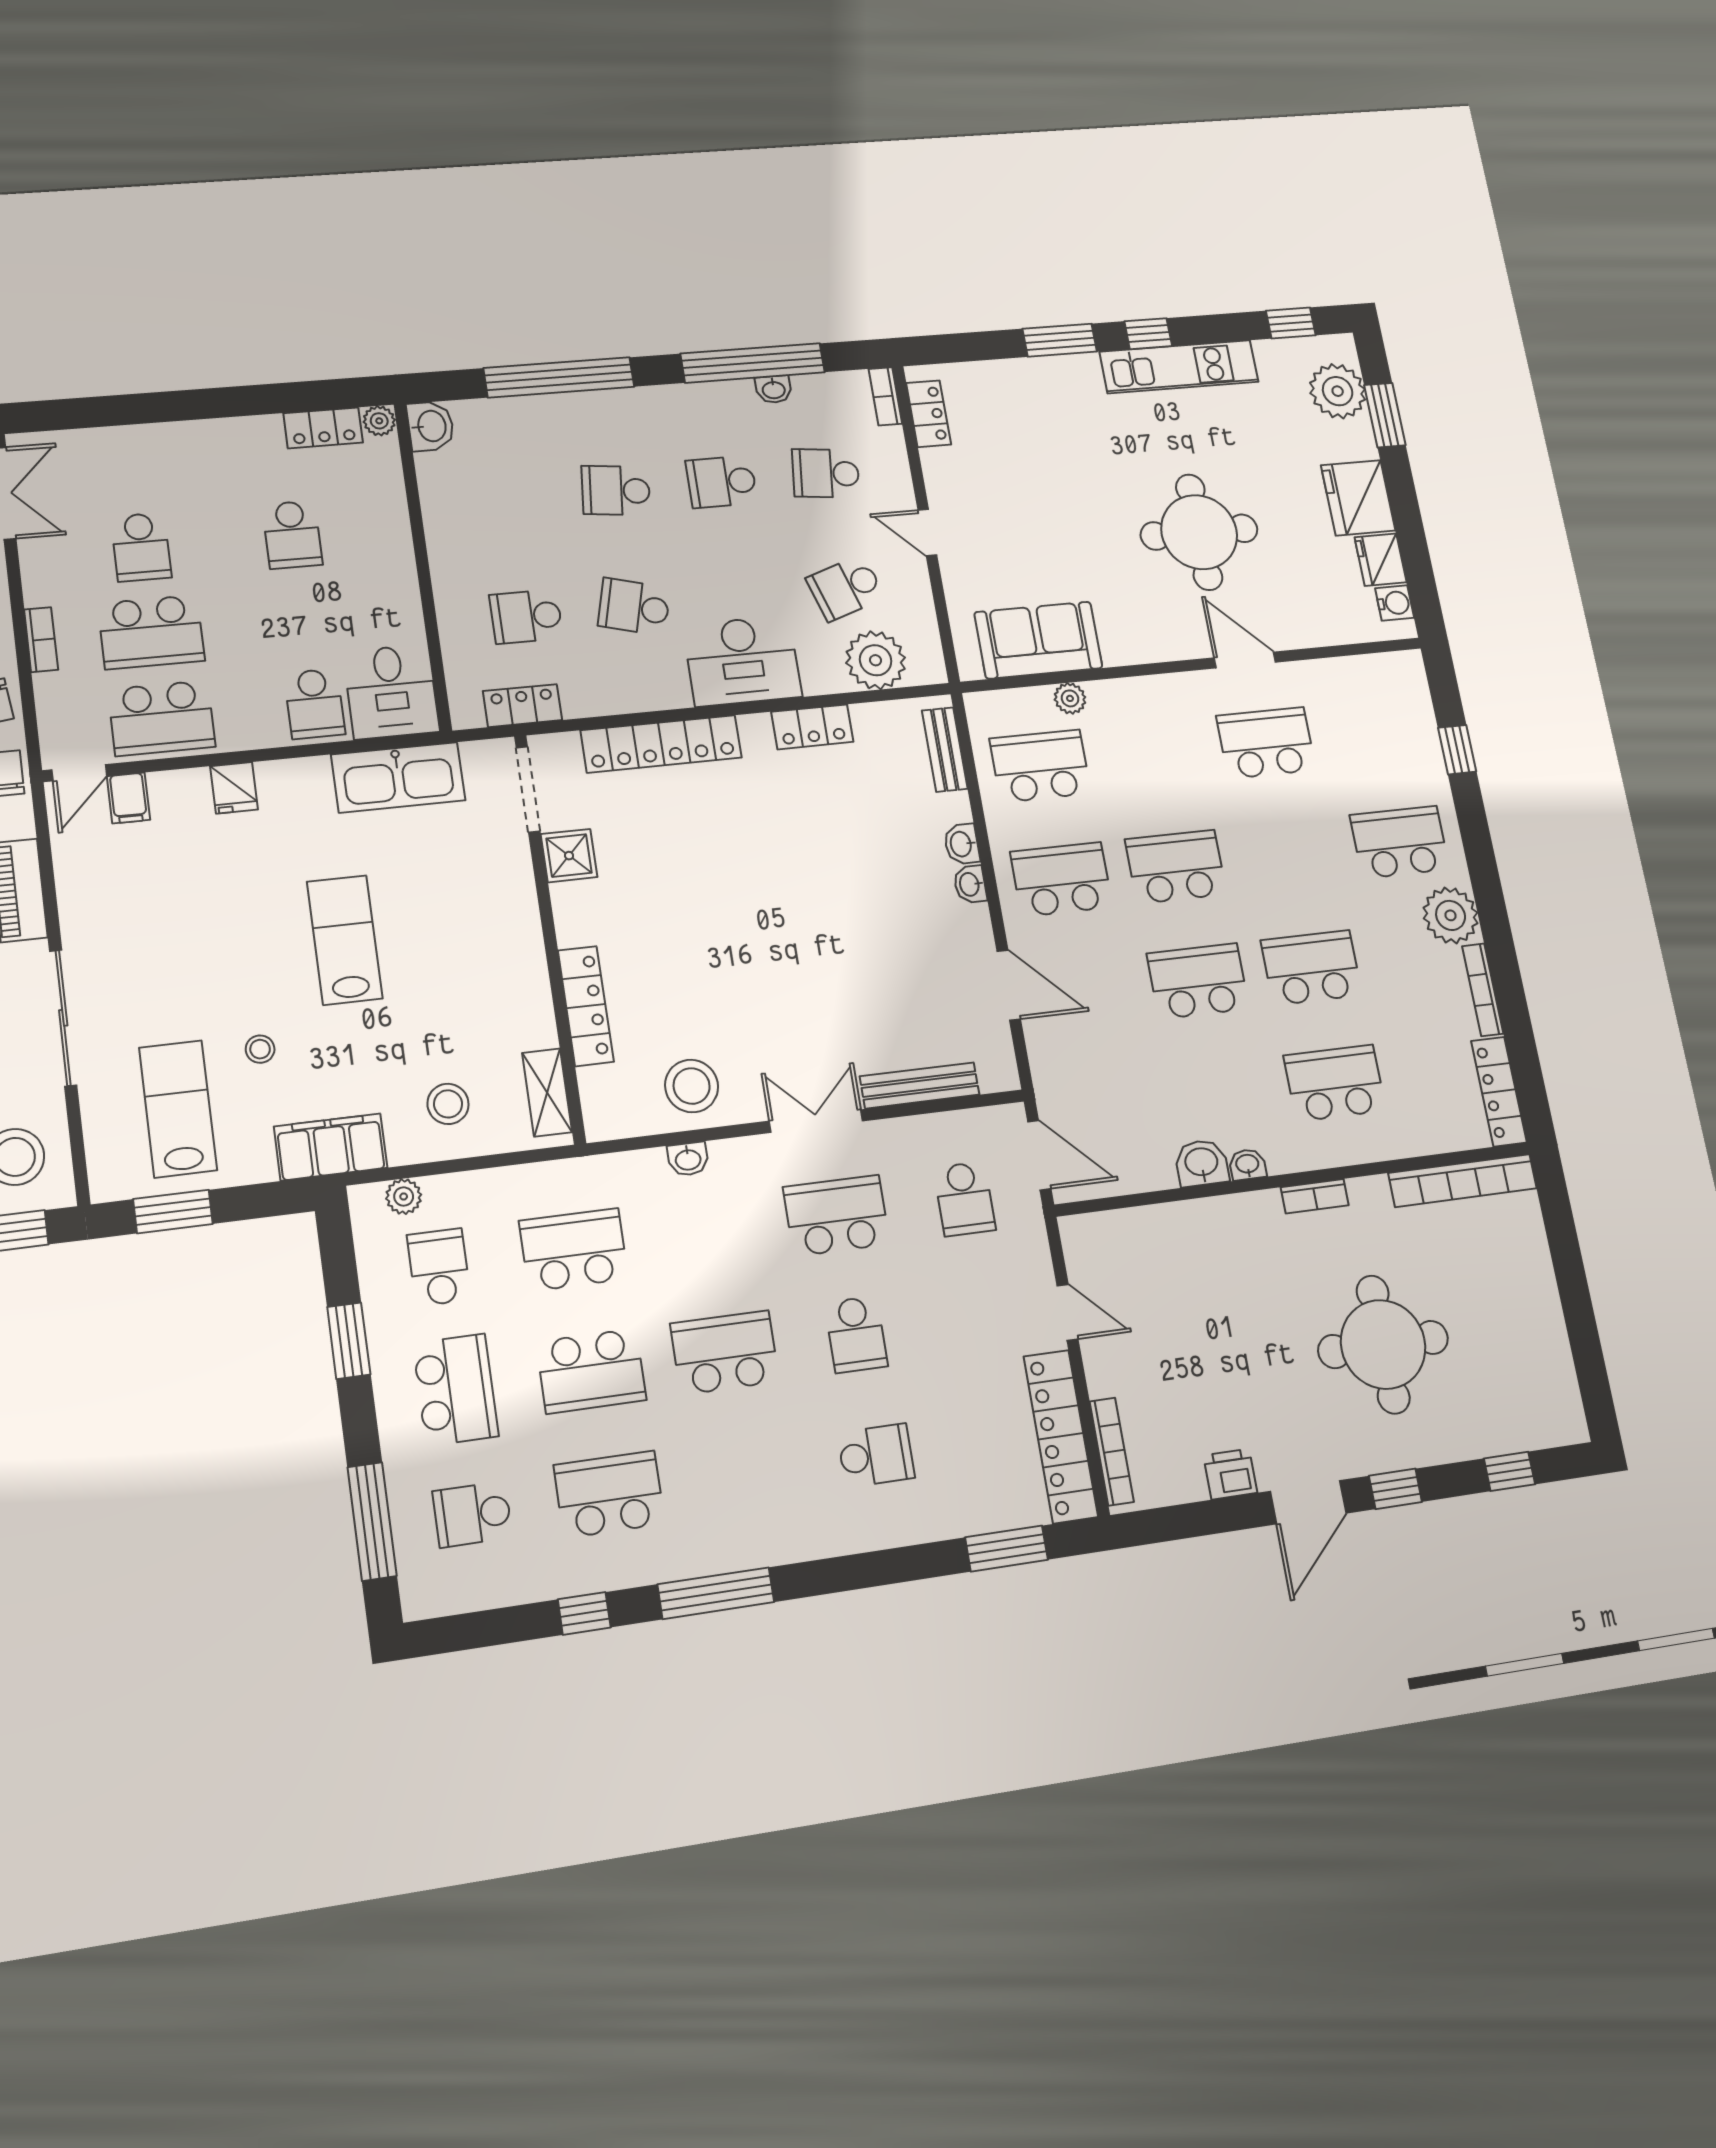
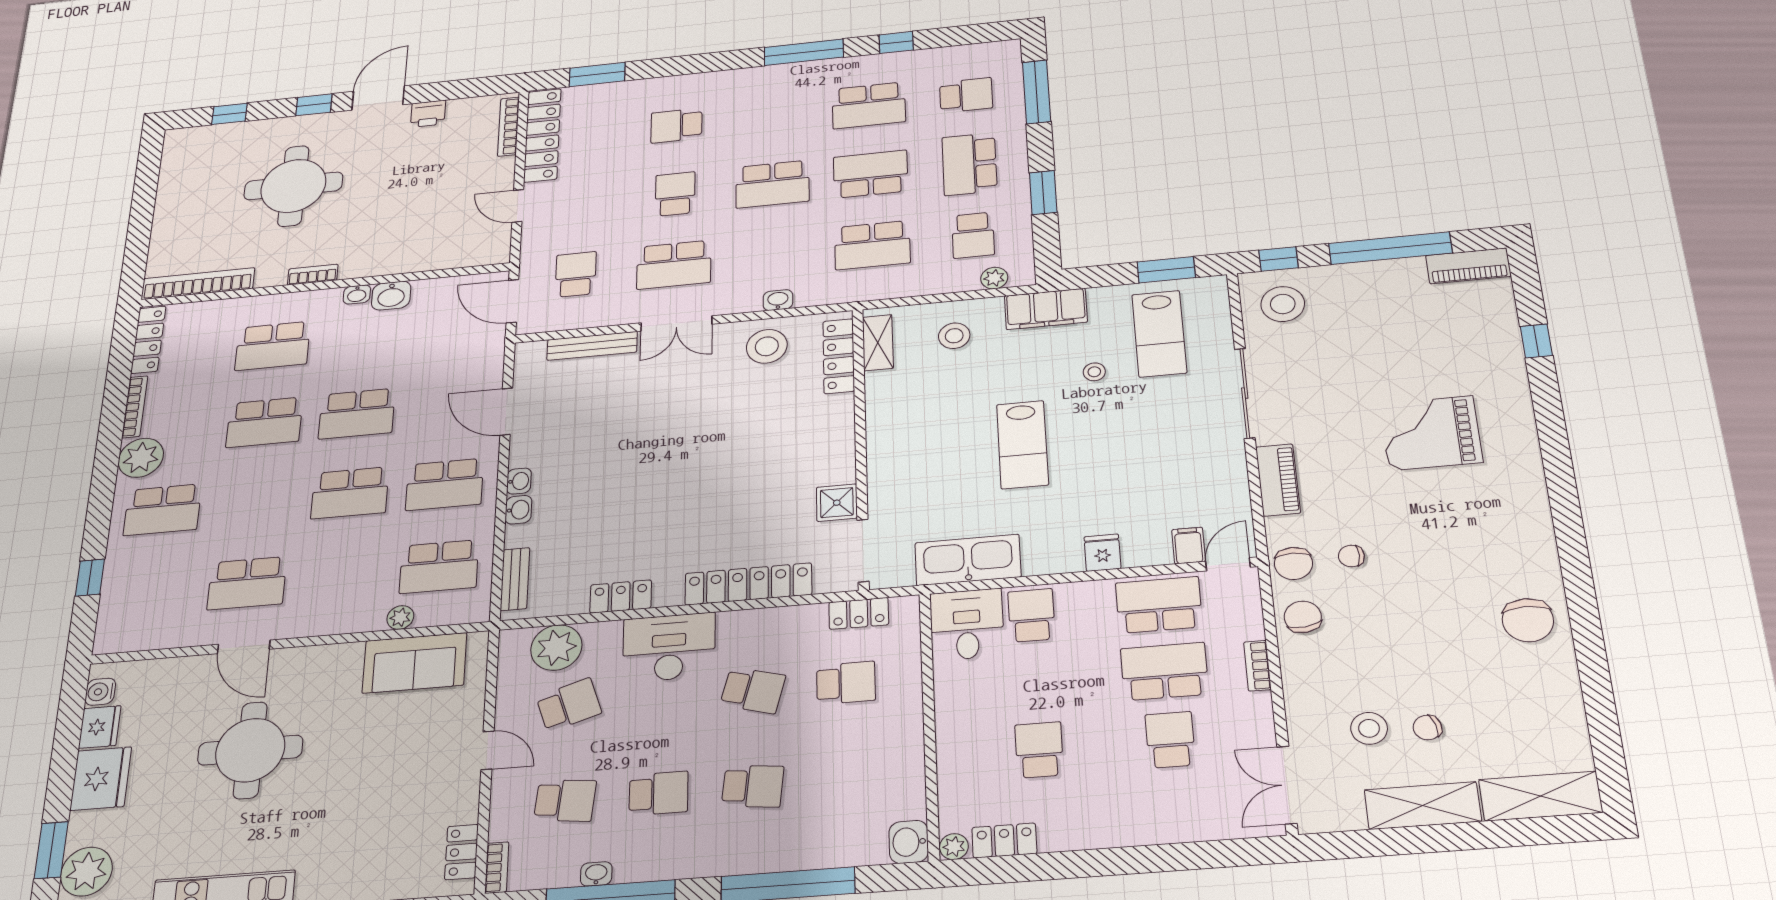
locker: (586, 1006) -> (839, 356), moved

